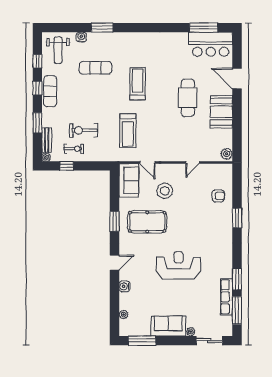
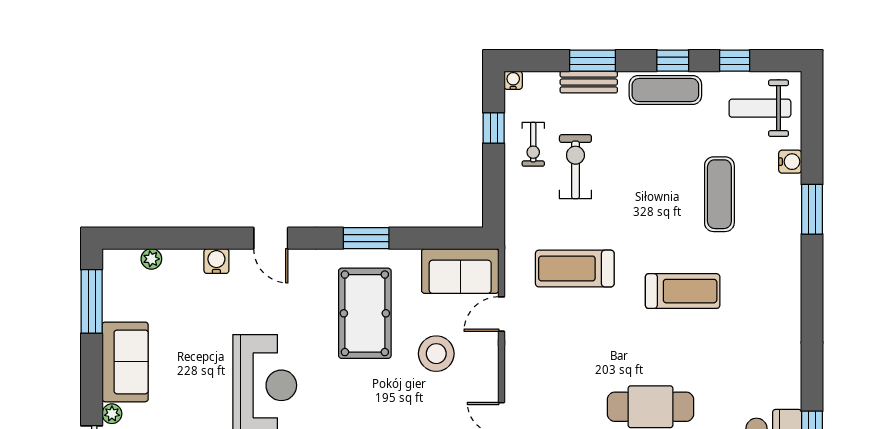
bench: (47, 140) -> (589, 82), moved

